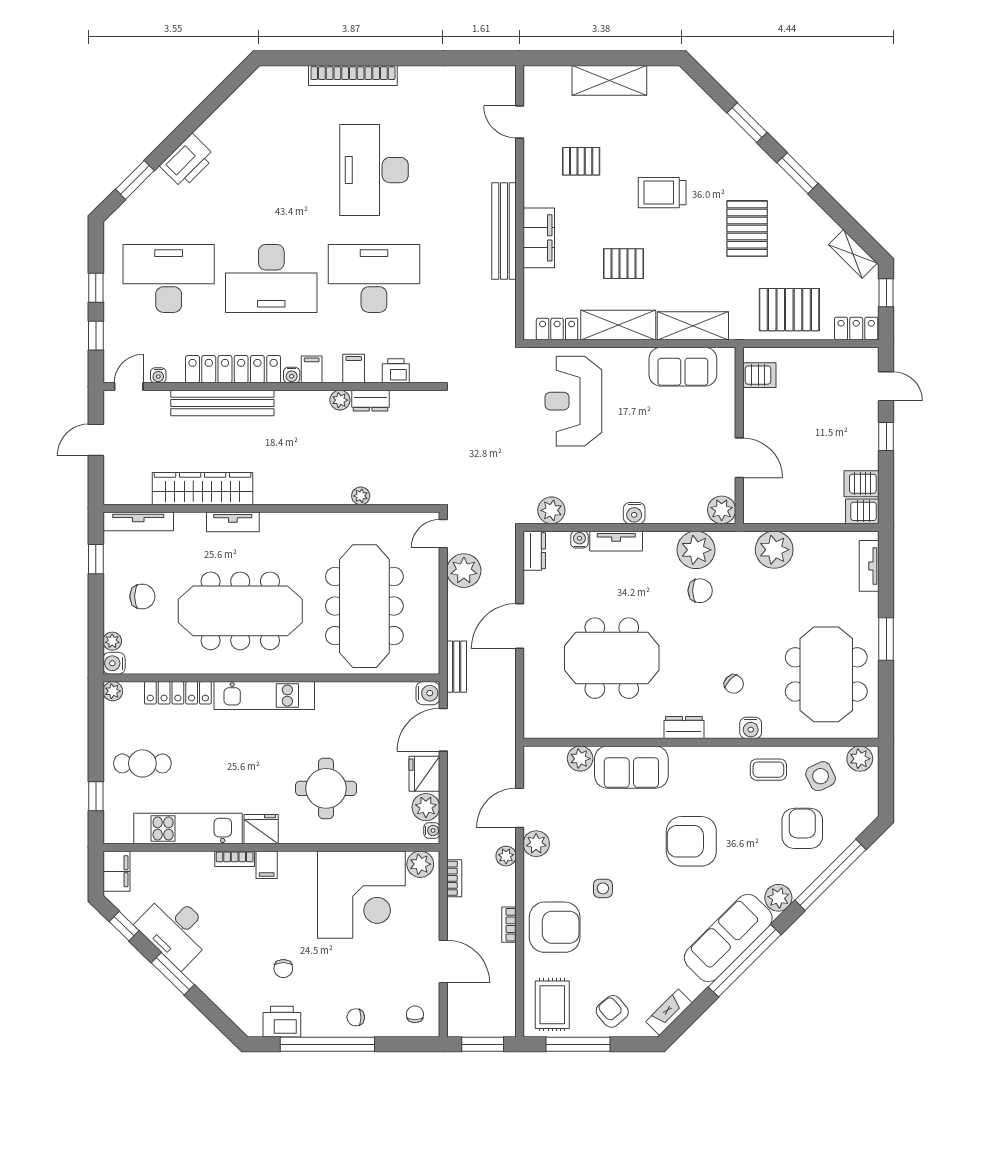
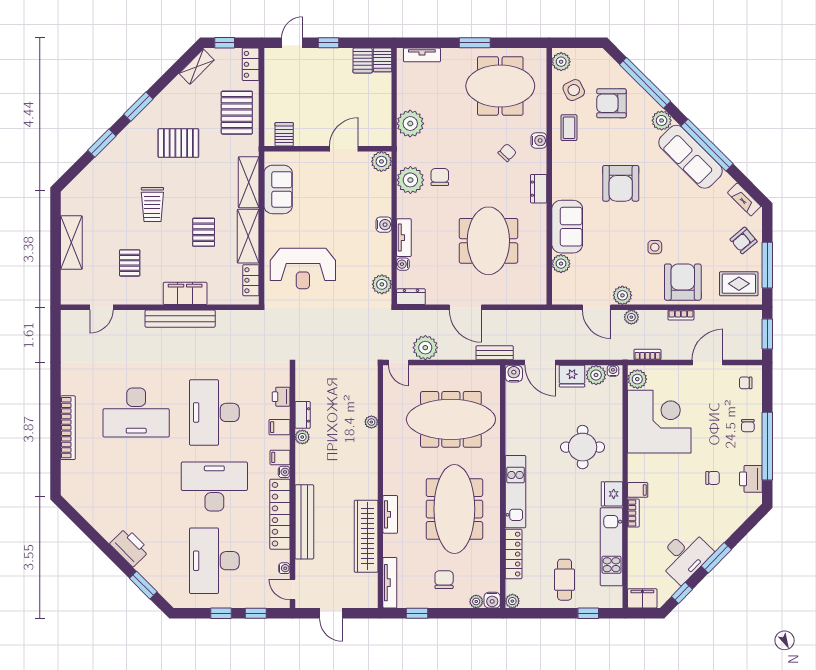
desk: (271, 278) -> (214, 487), turned -90

